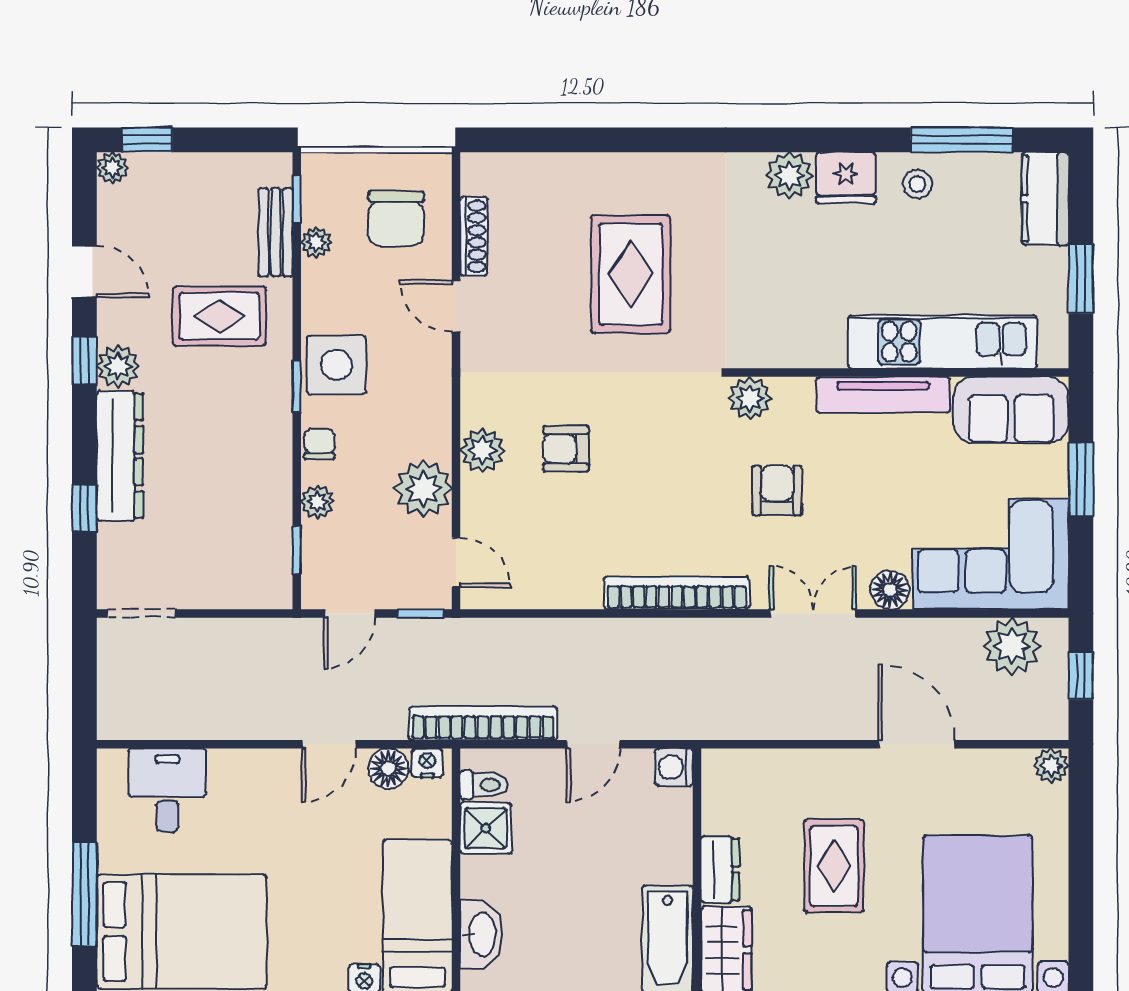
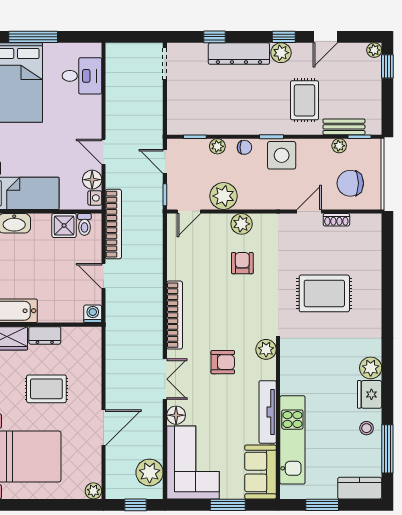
shoe rack: (474, 236) -> (336, 220), width x0.70

